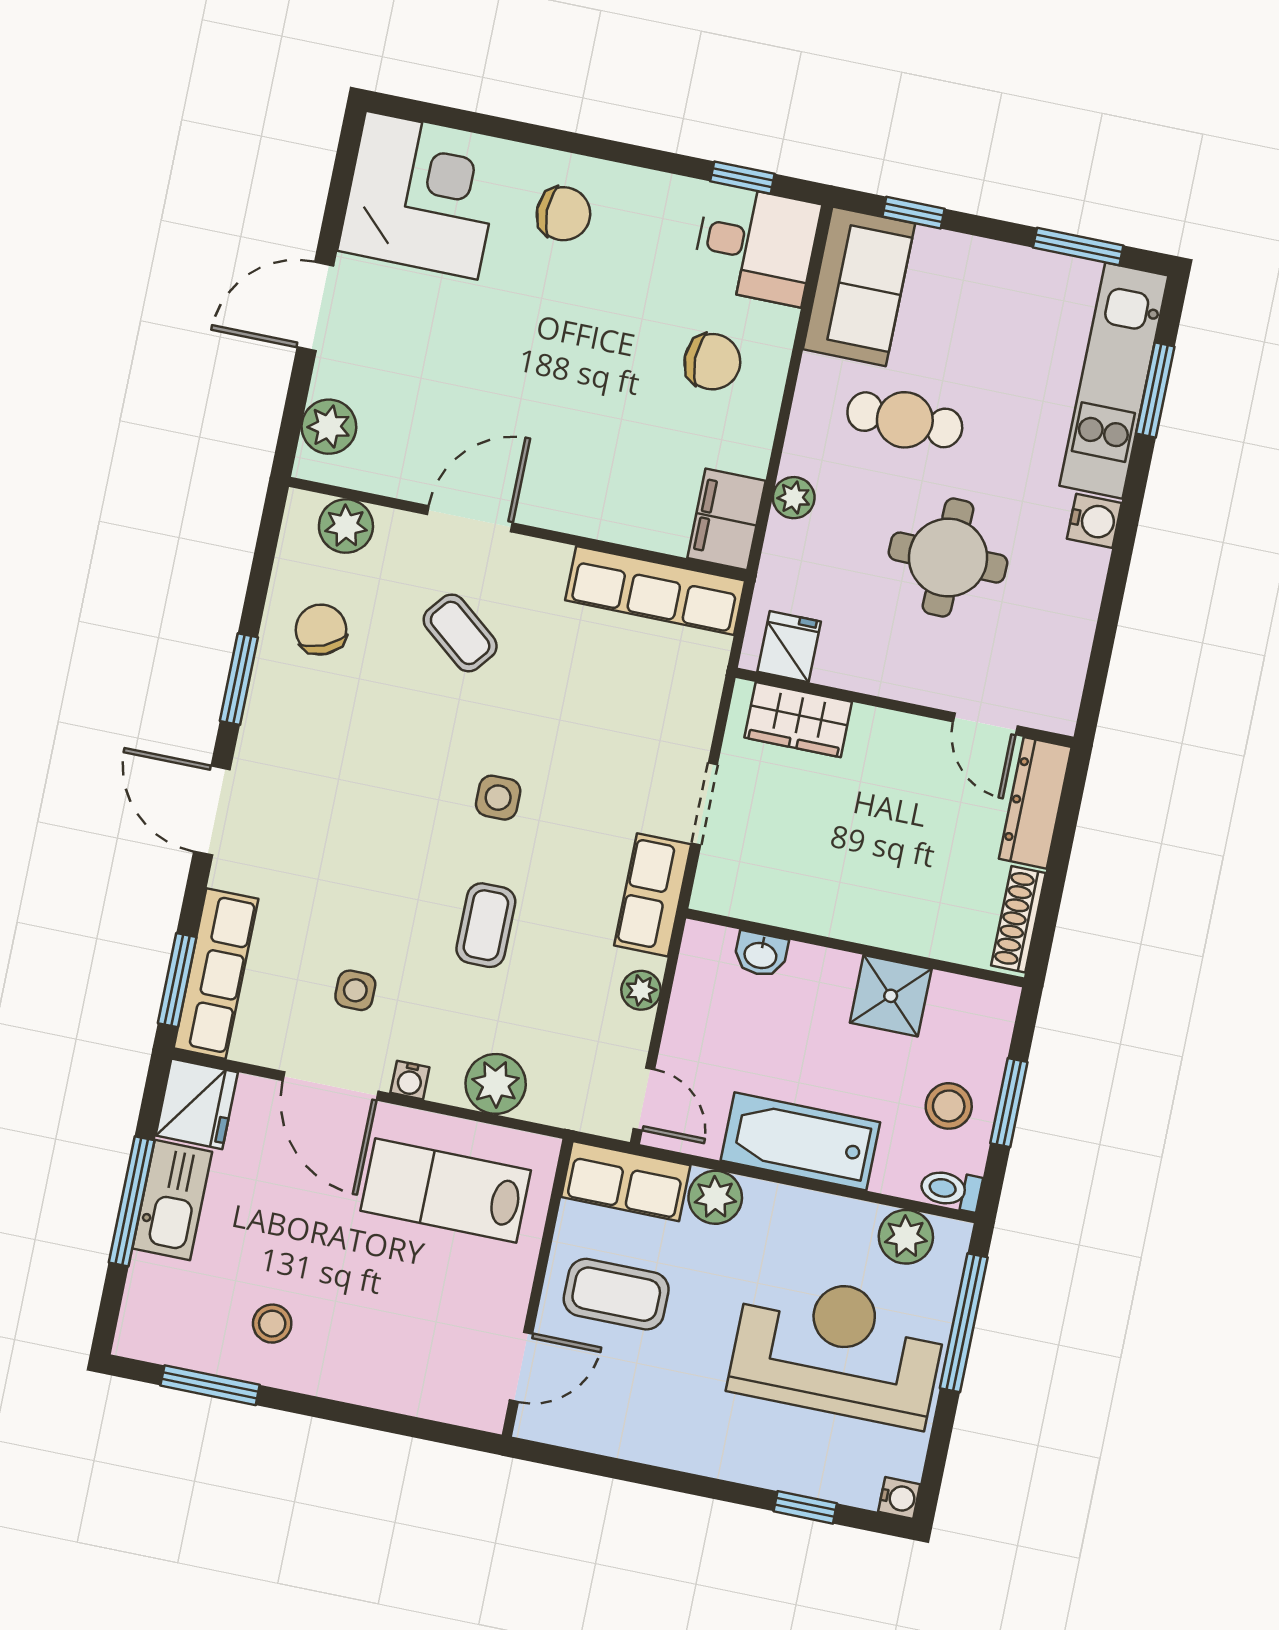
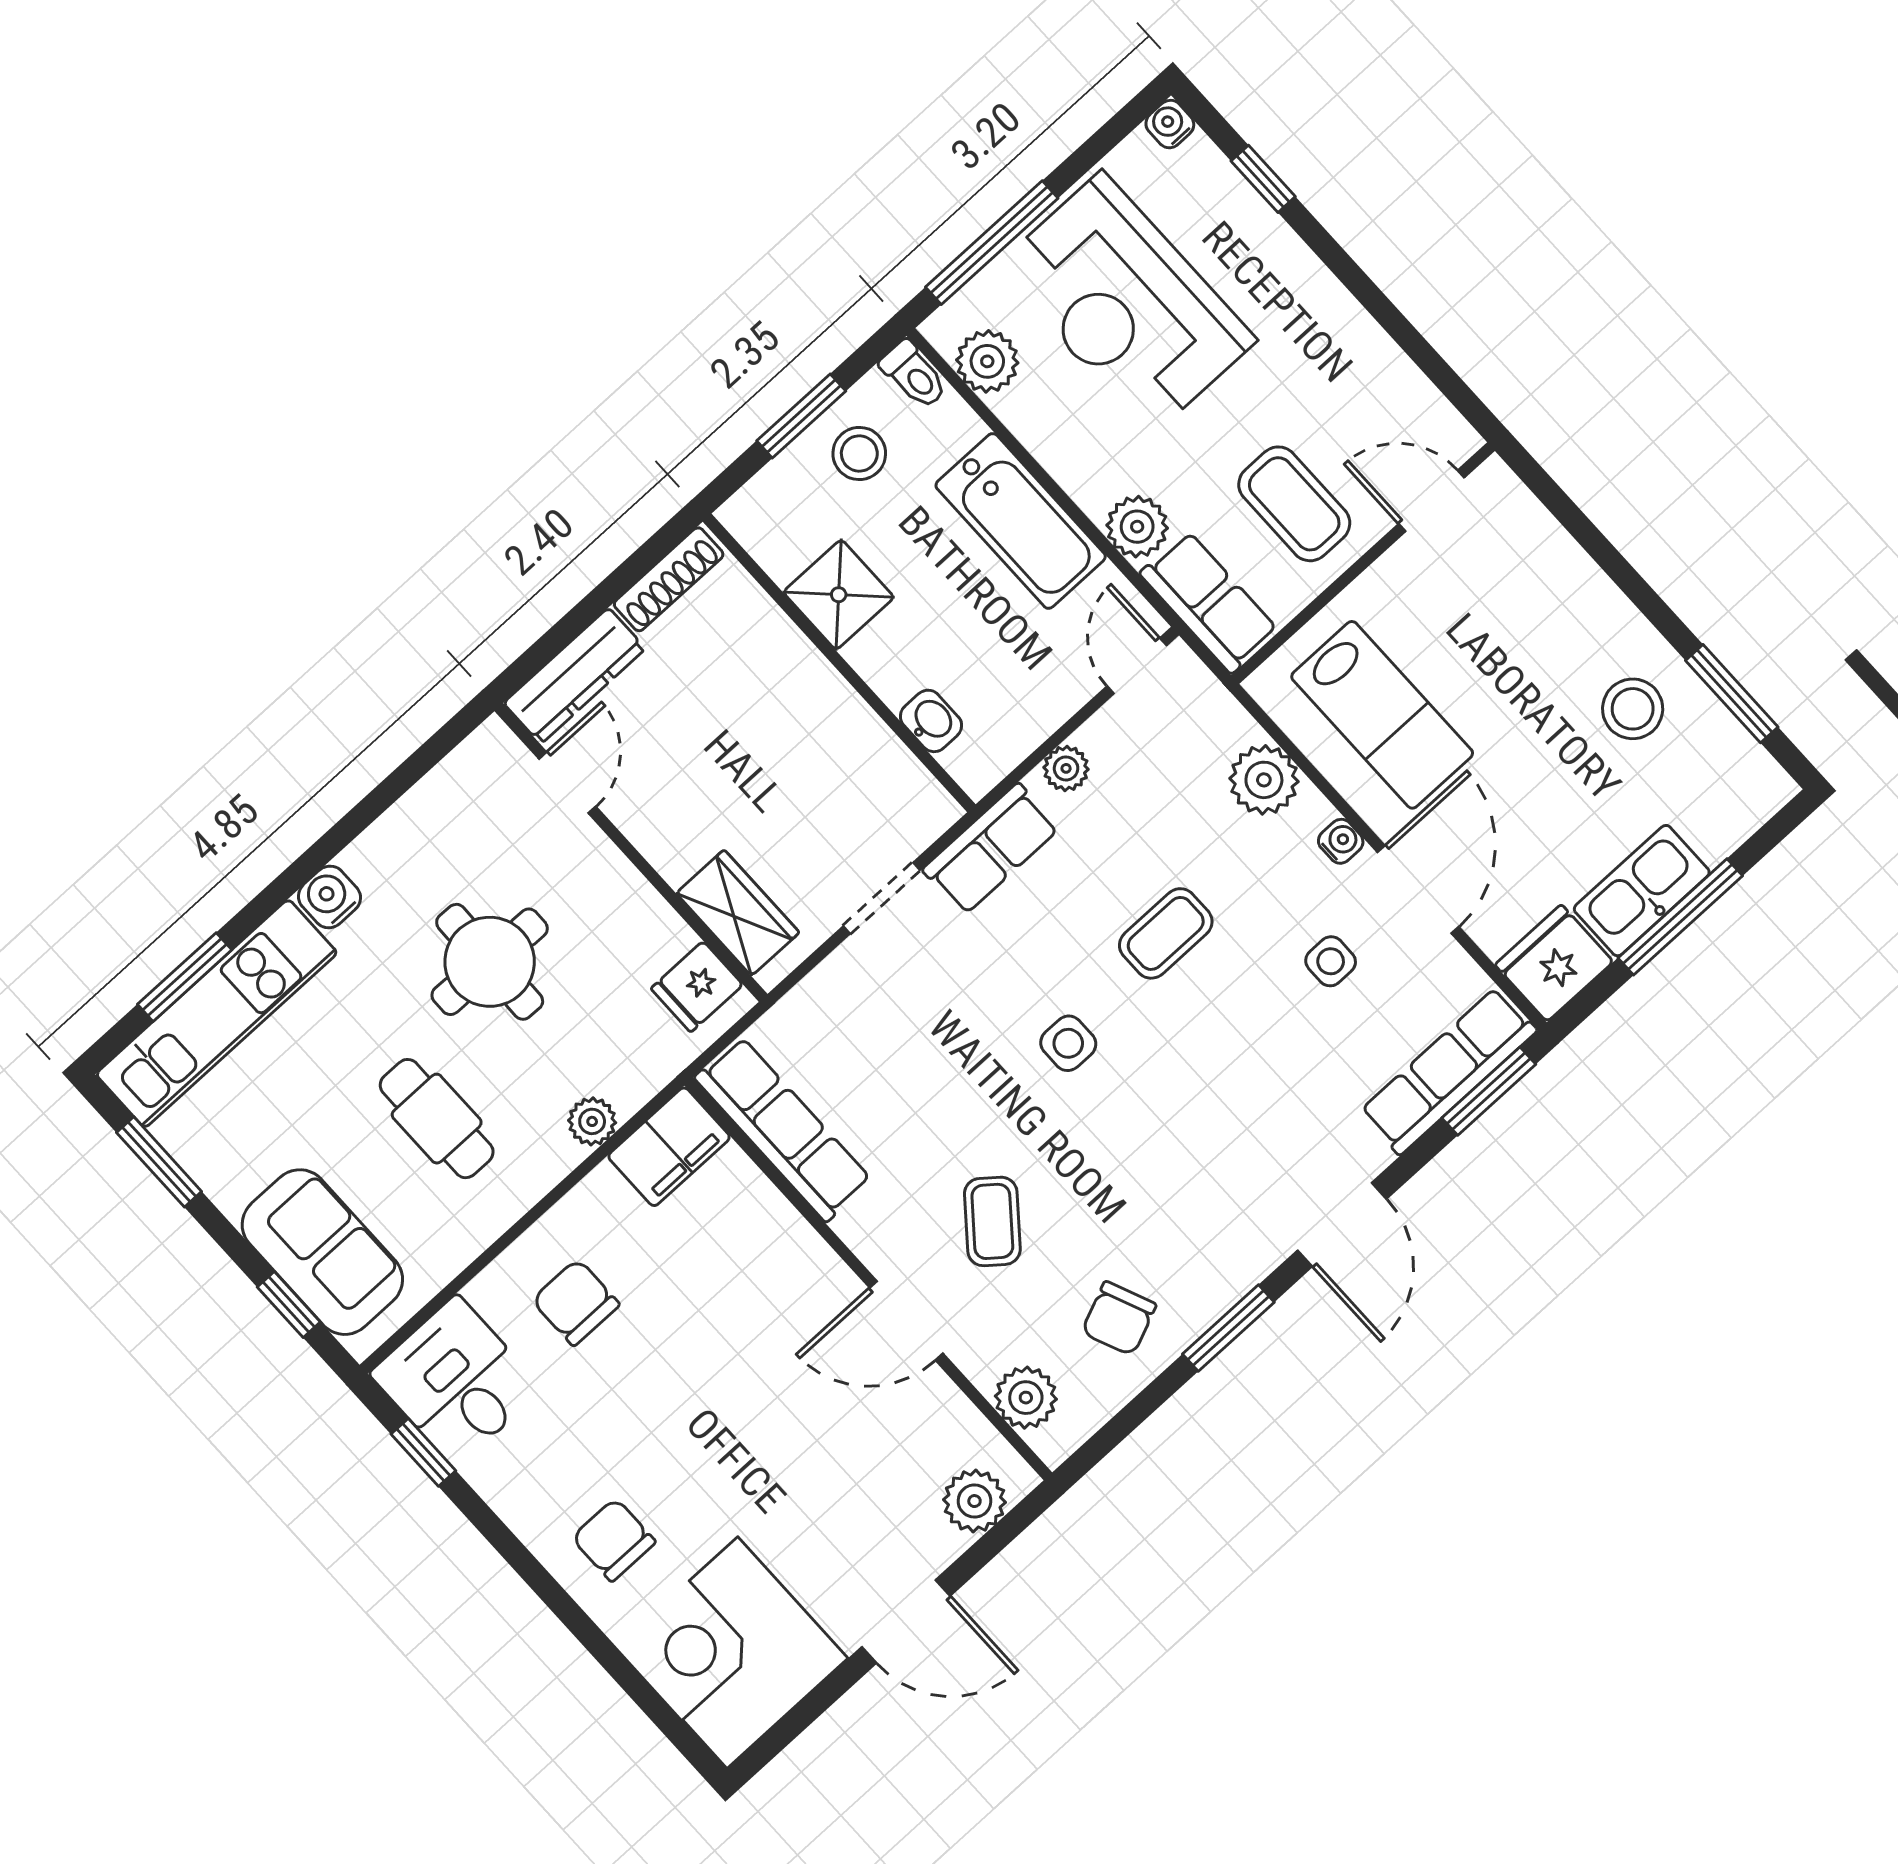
sofa: (859, 286) -> (322, 1252), moved, turned 90
stool: (272, 1324) -> (1633, 709), width x1.37, depth x1.37

